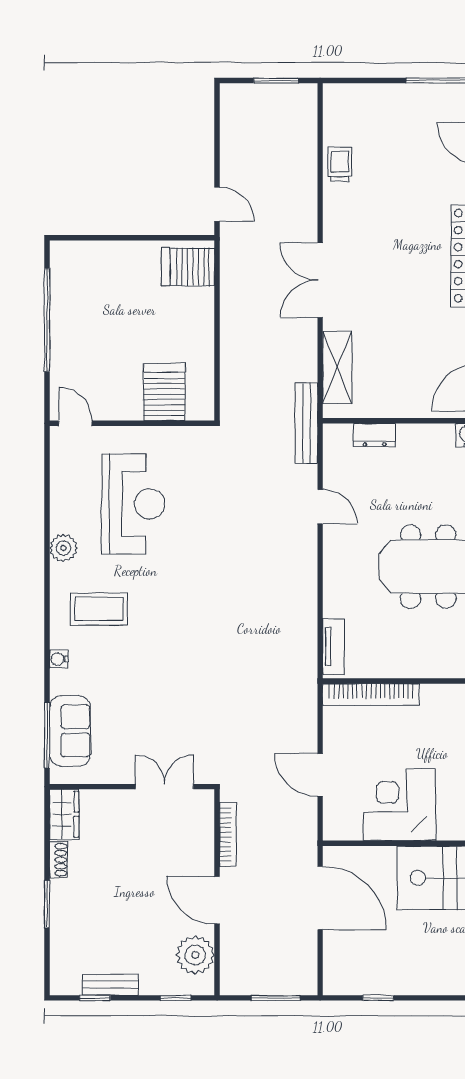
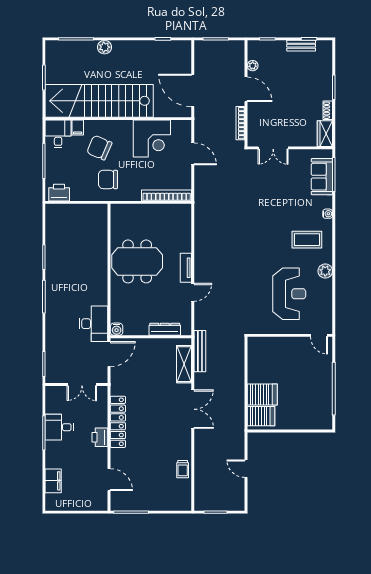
door: (217, 204) -> (246, 469), moved
server rack: (164, 392) -> (262, 395), moved, turned -90
bench: (306, 423) -> (200, 351), moved
dresser: (375, 435) -> (165, 329), width x1.44
reception desk: (133, 504) -> (289, 294), turned 180
door: (320, 507) -> (193, 292), swing flipped
tv unit: (333, 646) -> (186, 268), moved
plant: (195, 955) -> (253, 66), width x0.53, depth x0.53

